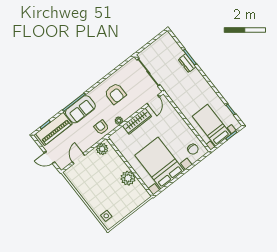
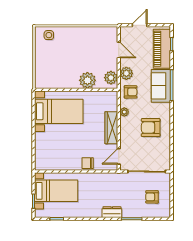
armchair: (163, 55) -> (152, 197), added
dresser: (187, 63) -> (112, 212), moved
door: (153, 100) -> (119, 156), hinge flipped
plant: (91, 140) -> (126, 73), added
chair: (193, 149) -> (88, 163), moved
bed with nightstands: (159, 163) -> (59, 111), width x0.73
plant: (128, 178) -> (87, 80), moved

